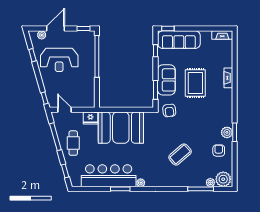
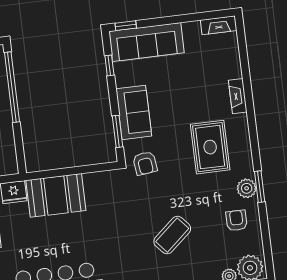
rug: (195, 83) -> (210, 147), moved
booth: (121, 128) -> (56, 195), width x0.73, depth x0.70

